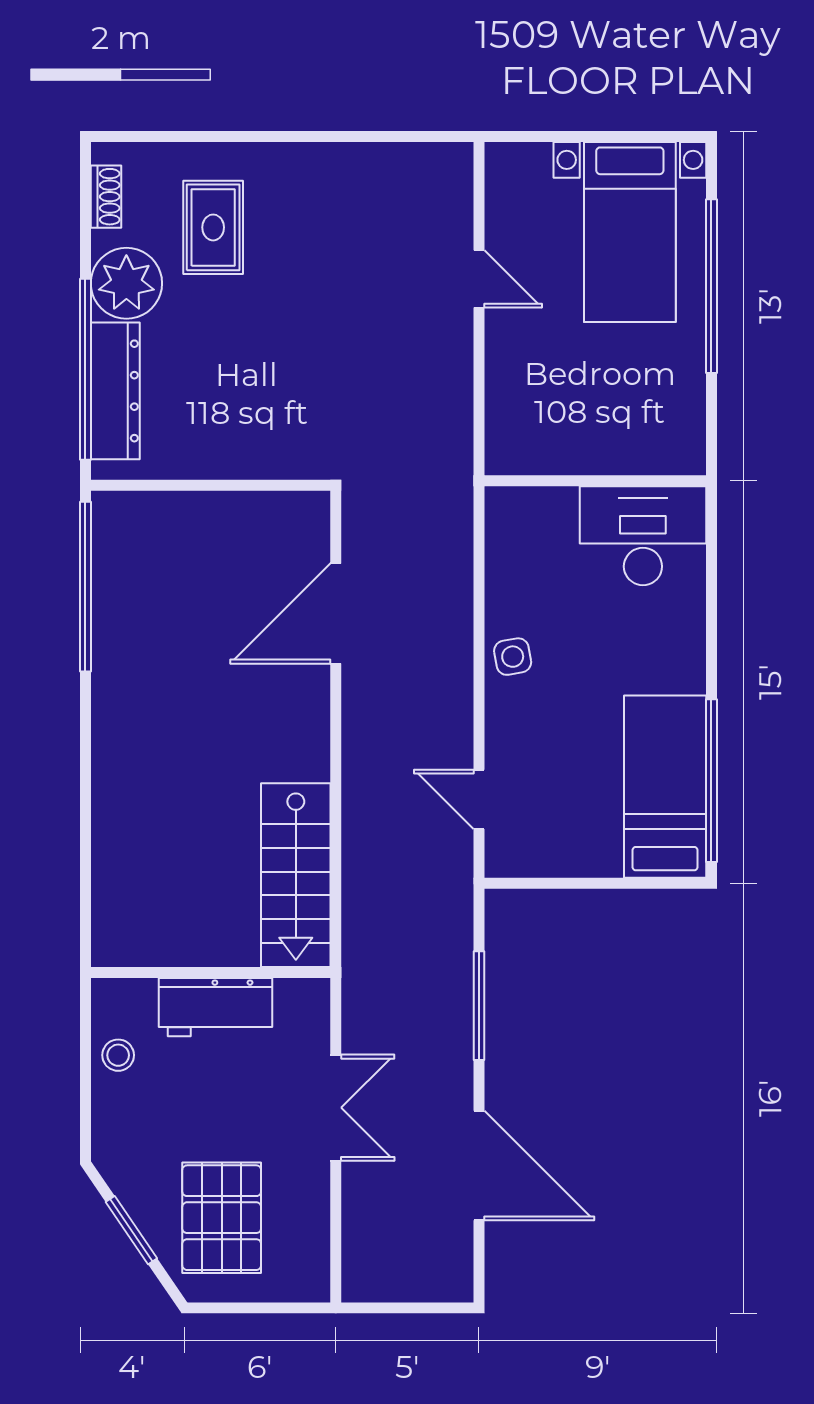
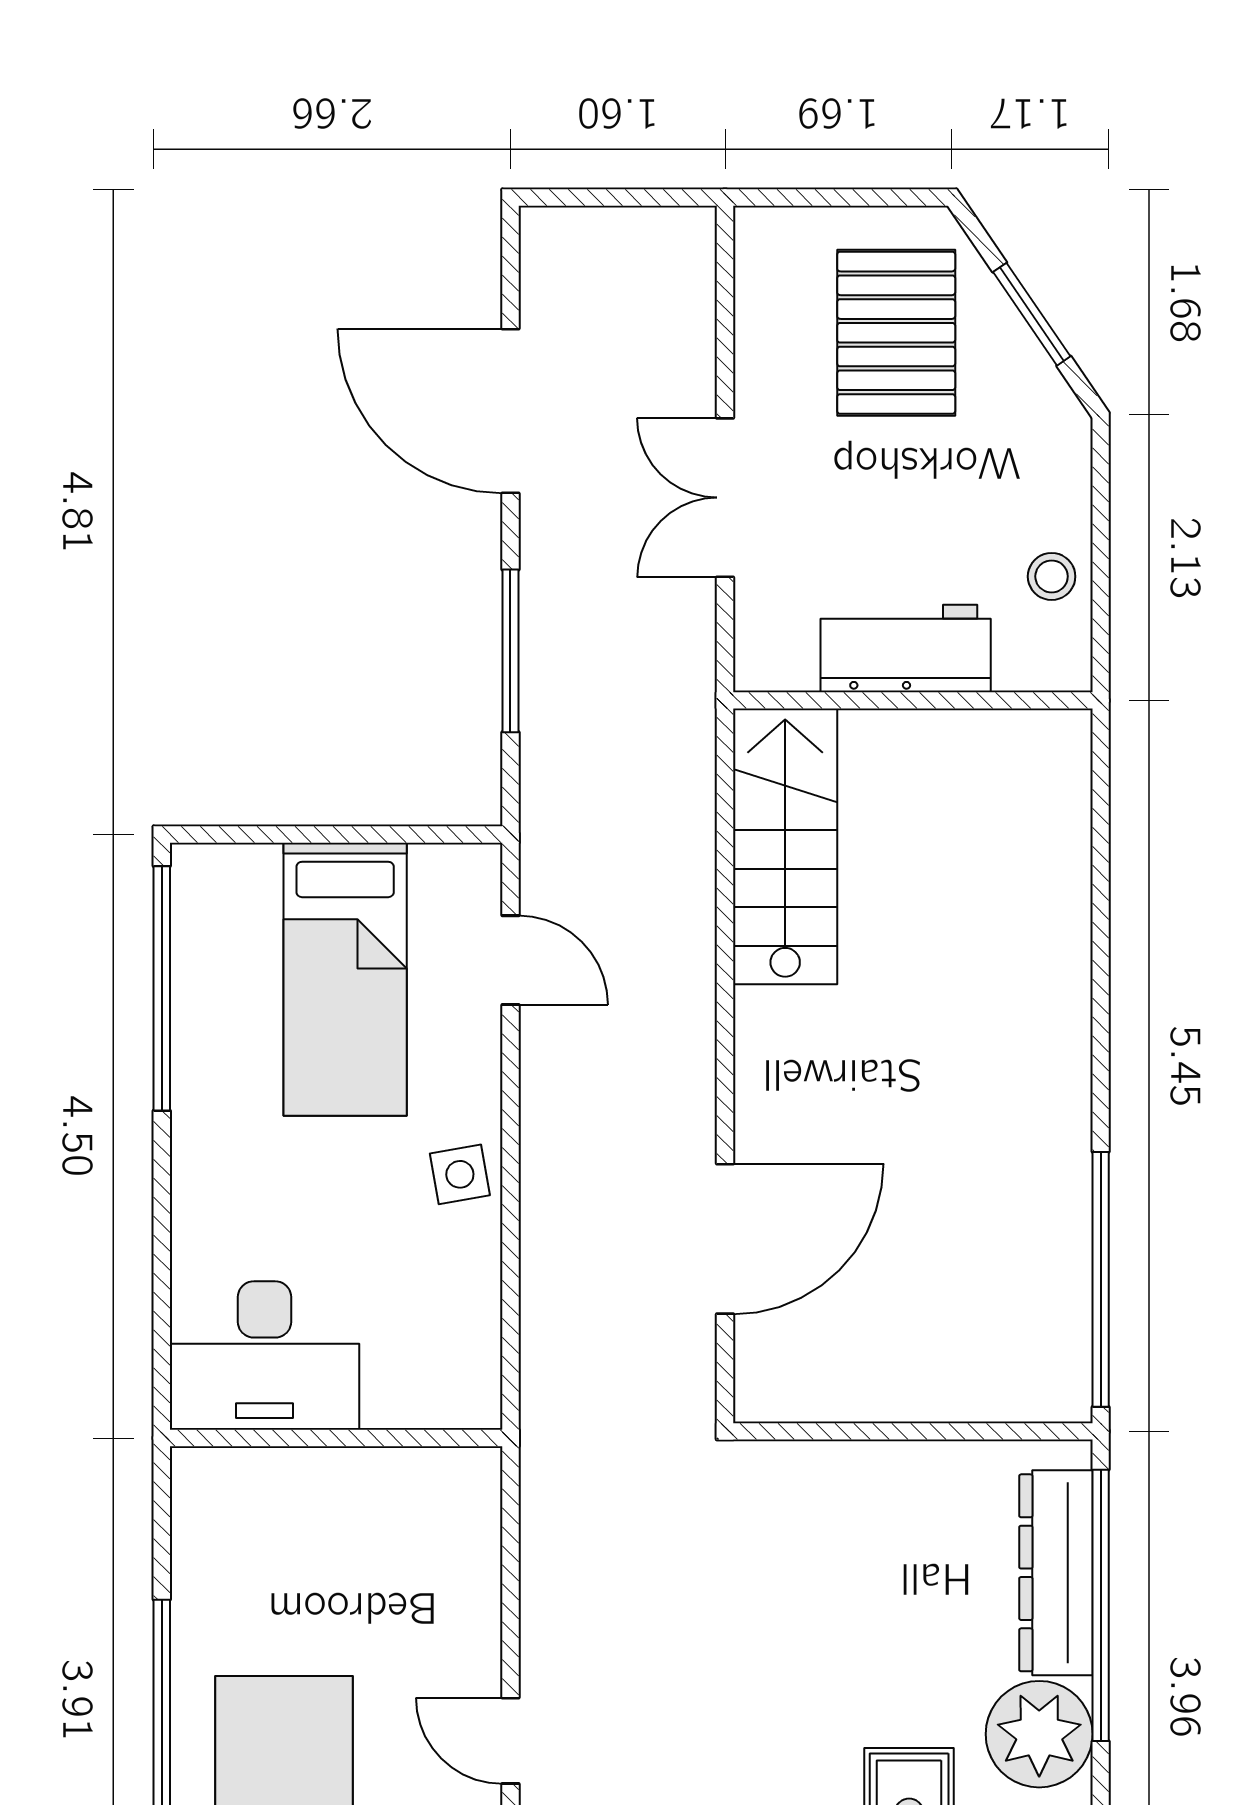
bed: (665, 787) -> (345, 979), moved

